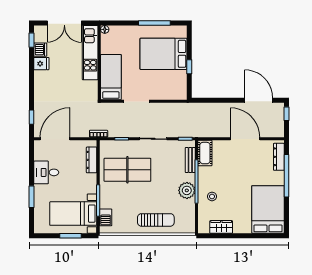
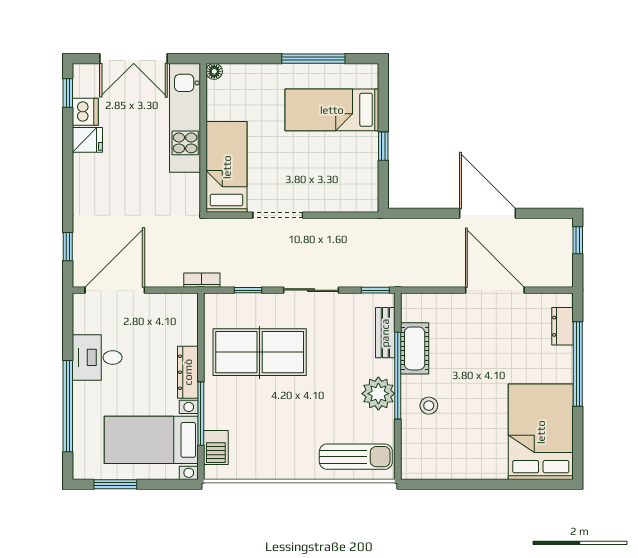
bed: (164, 54) -> (332, 110), width x0.67
door: (259, 100) -> (488, 213), moved
cot: (205, 153) -> (415, 348), moved
dresser: (279, 157) -> (562, 326), width x0.70
dresser: (92, 160) -> (188, 372), moved
window: (32, 197) -> (68, 406), width x2.11
sun lounger: (156, 220) -> (356, 457), moved
wardrobe: (221, 227) -> (447, 467), removed
window: (71, 236) -> (115, 484), moved

